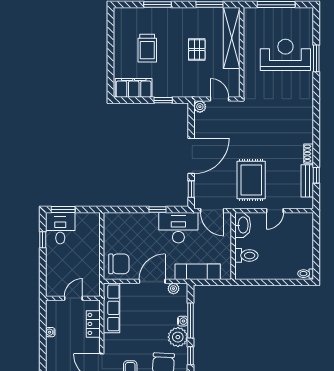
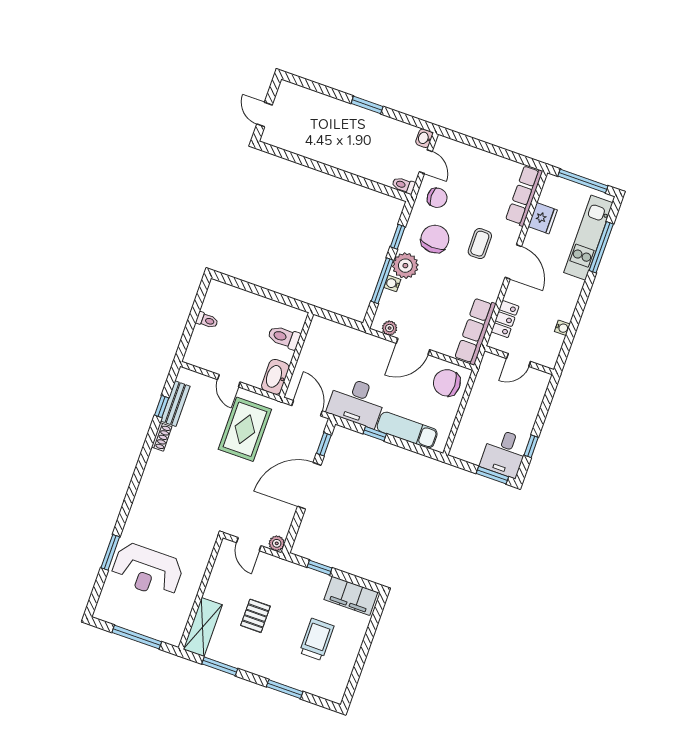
shelving: (232, 38) -> (203, 627), width x0.68
door: (275, 211) -> (229, 381), swing flipped
exam couch: (198, 272) -> (407, 430), moved, turned 180
toilet: (306, 274) -> (207, 320), moved

